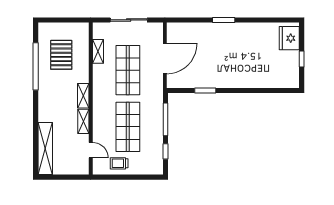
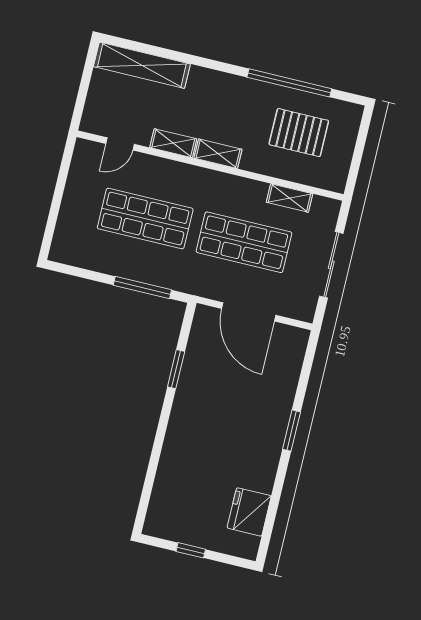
fridge: (289, 38) -> (249, 512), moved, turned -90
window: (165, 151) -> (87, 274), removed
trolley: (119, 163) -> (85, 188), removed

